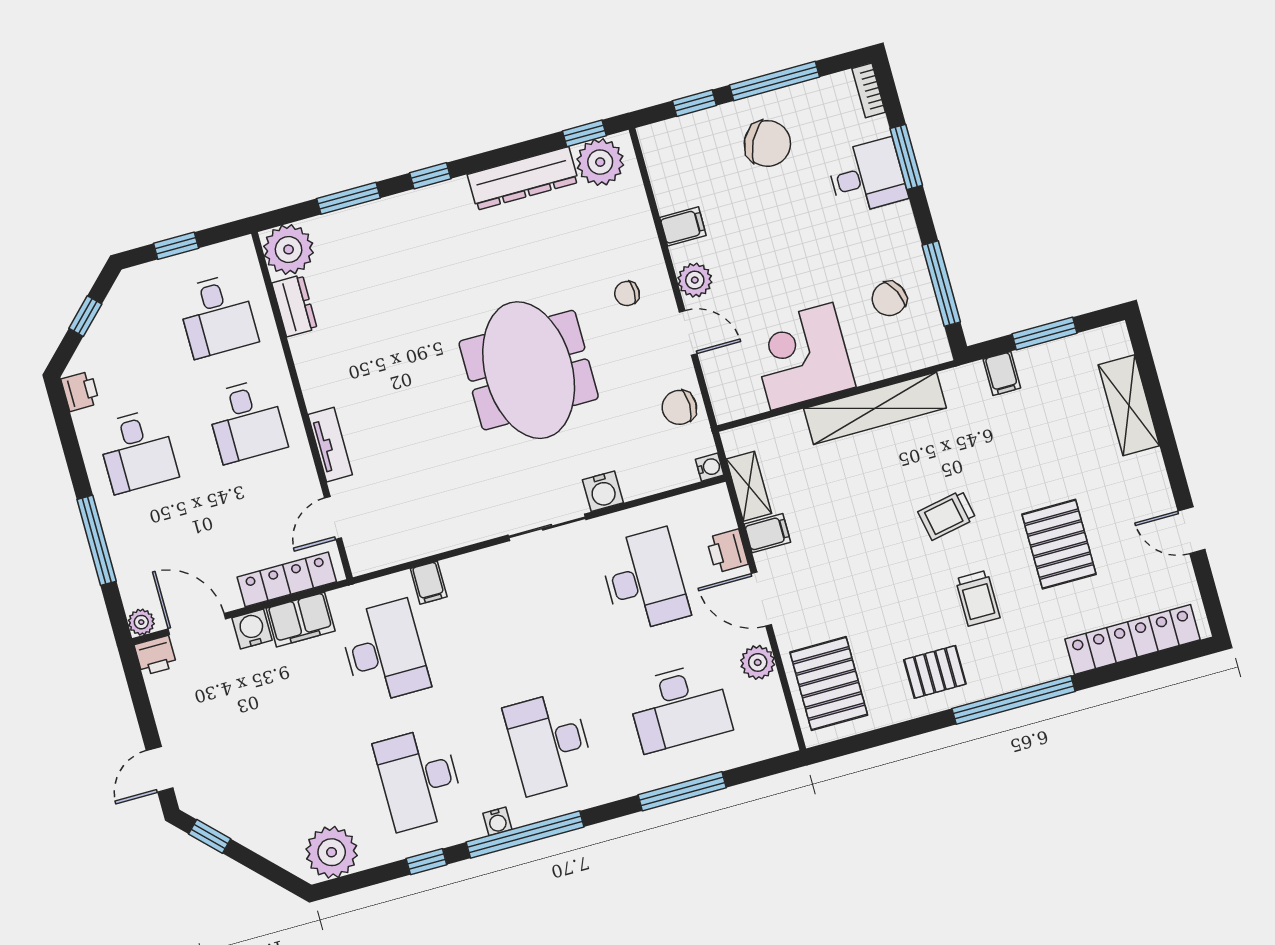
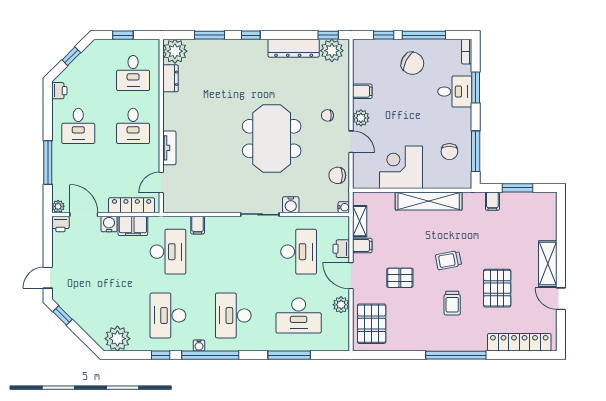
chair: (889, 299) -> (449, 152), turned -64
shelving: (1129, 405) -> (548, 264), moved
pallet: (935, 672) -> (400, 278), moved

